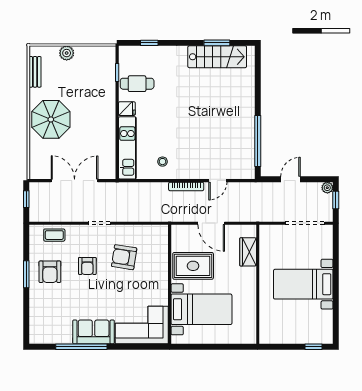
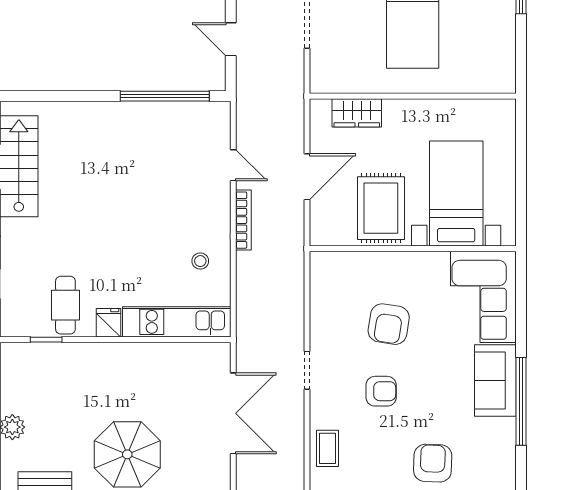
double door: (75, 181) -> (233, 413), swing flipped
armchair: (124, 257) -> (389, 324), moved
armchair: (50, 272) -> (433, 463), moved, turned -88

